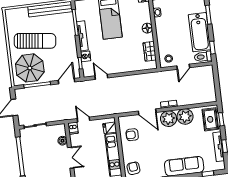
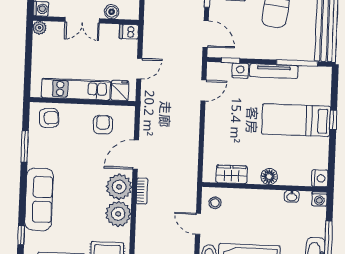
door: (83, 120) -> (139, 69), moved

